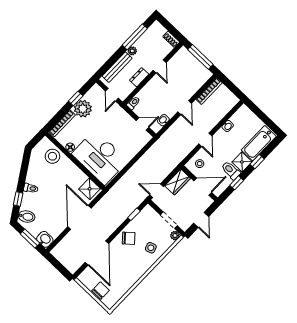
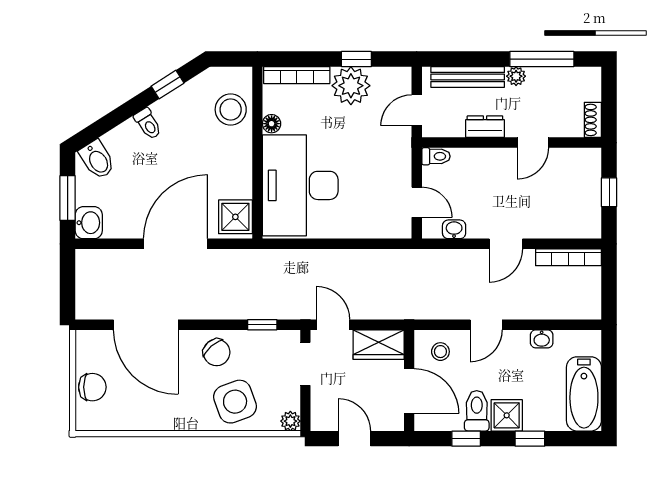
window: (200, 57) -> (609, 192), width x0.46
bathtub: (259, 143) -> (584, 394), moved, turned -90
window: (18, 199) -> (168, 85), moved
doorway: (169, 220) -> (305, 364), moved
door: (201, 220) -> (354, 439), swing flipped
side table: (151, 248) -> (235, 402), width x1.87, depth x1.87
door: (97, 253) -> (146, 325), hinge flipped

